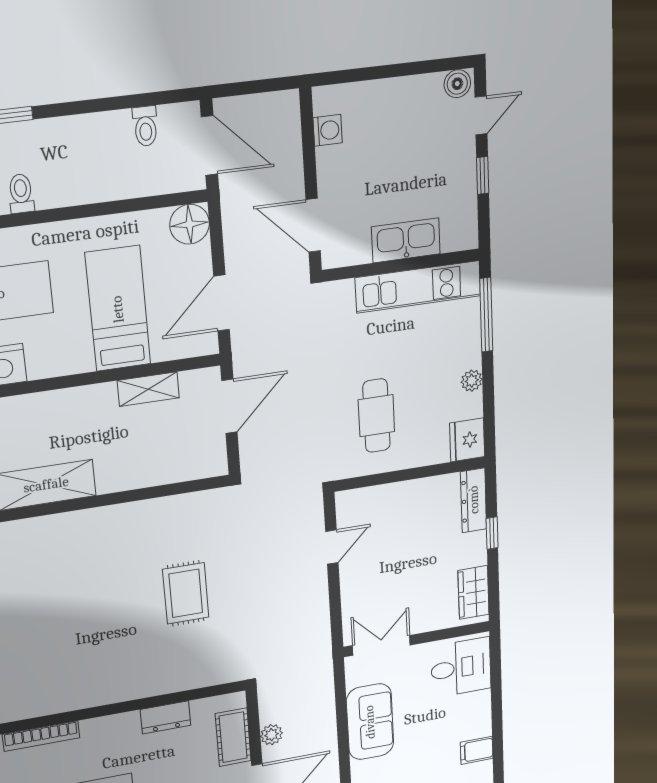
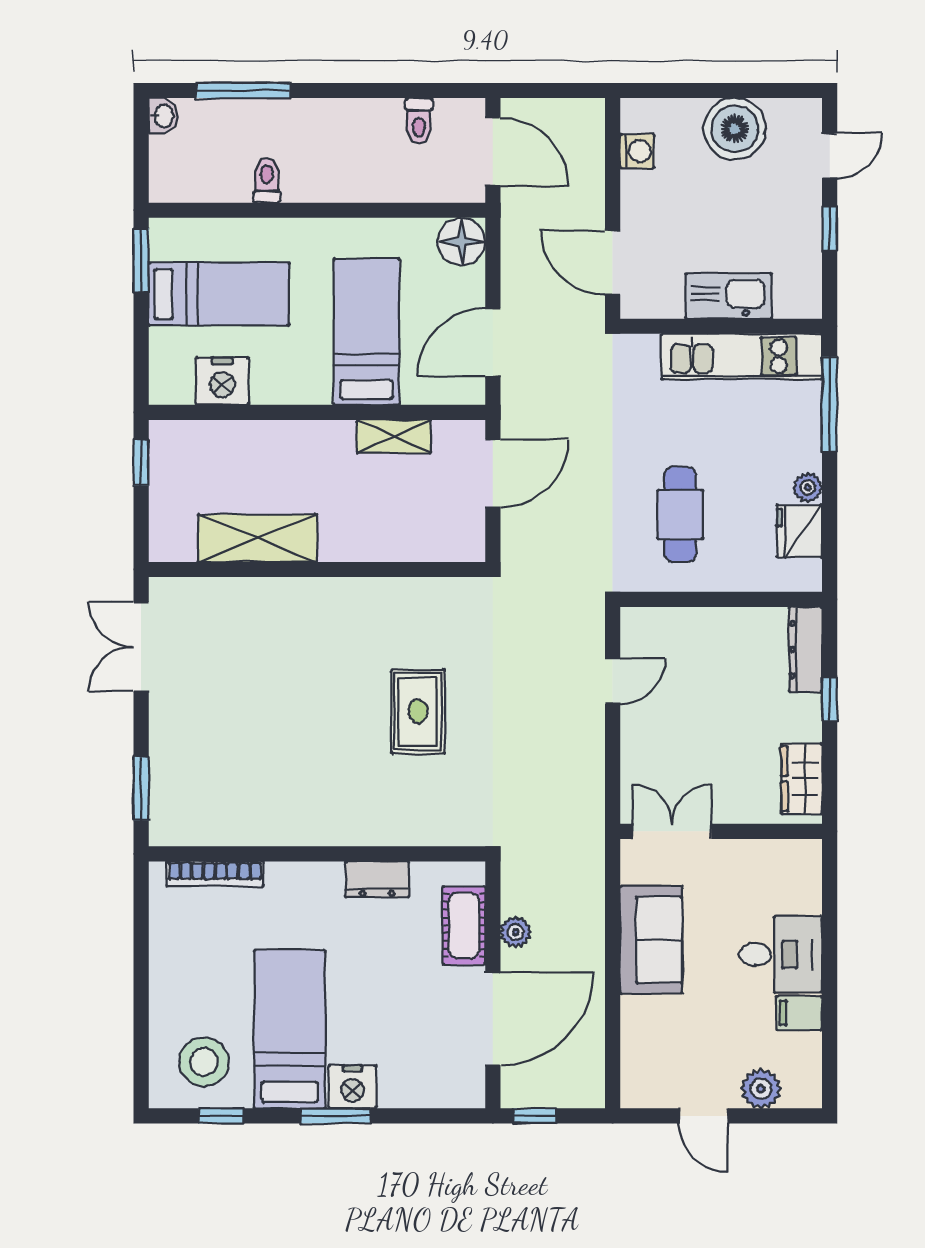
boiler: (457, 84) -> (735, 129), moved, width x1.86, depth x1.86
fridge: (467, 440) -> (799, 531), moved
desk: (461, 667) -> (781, 954), moved

